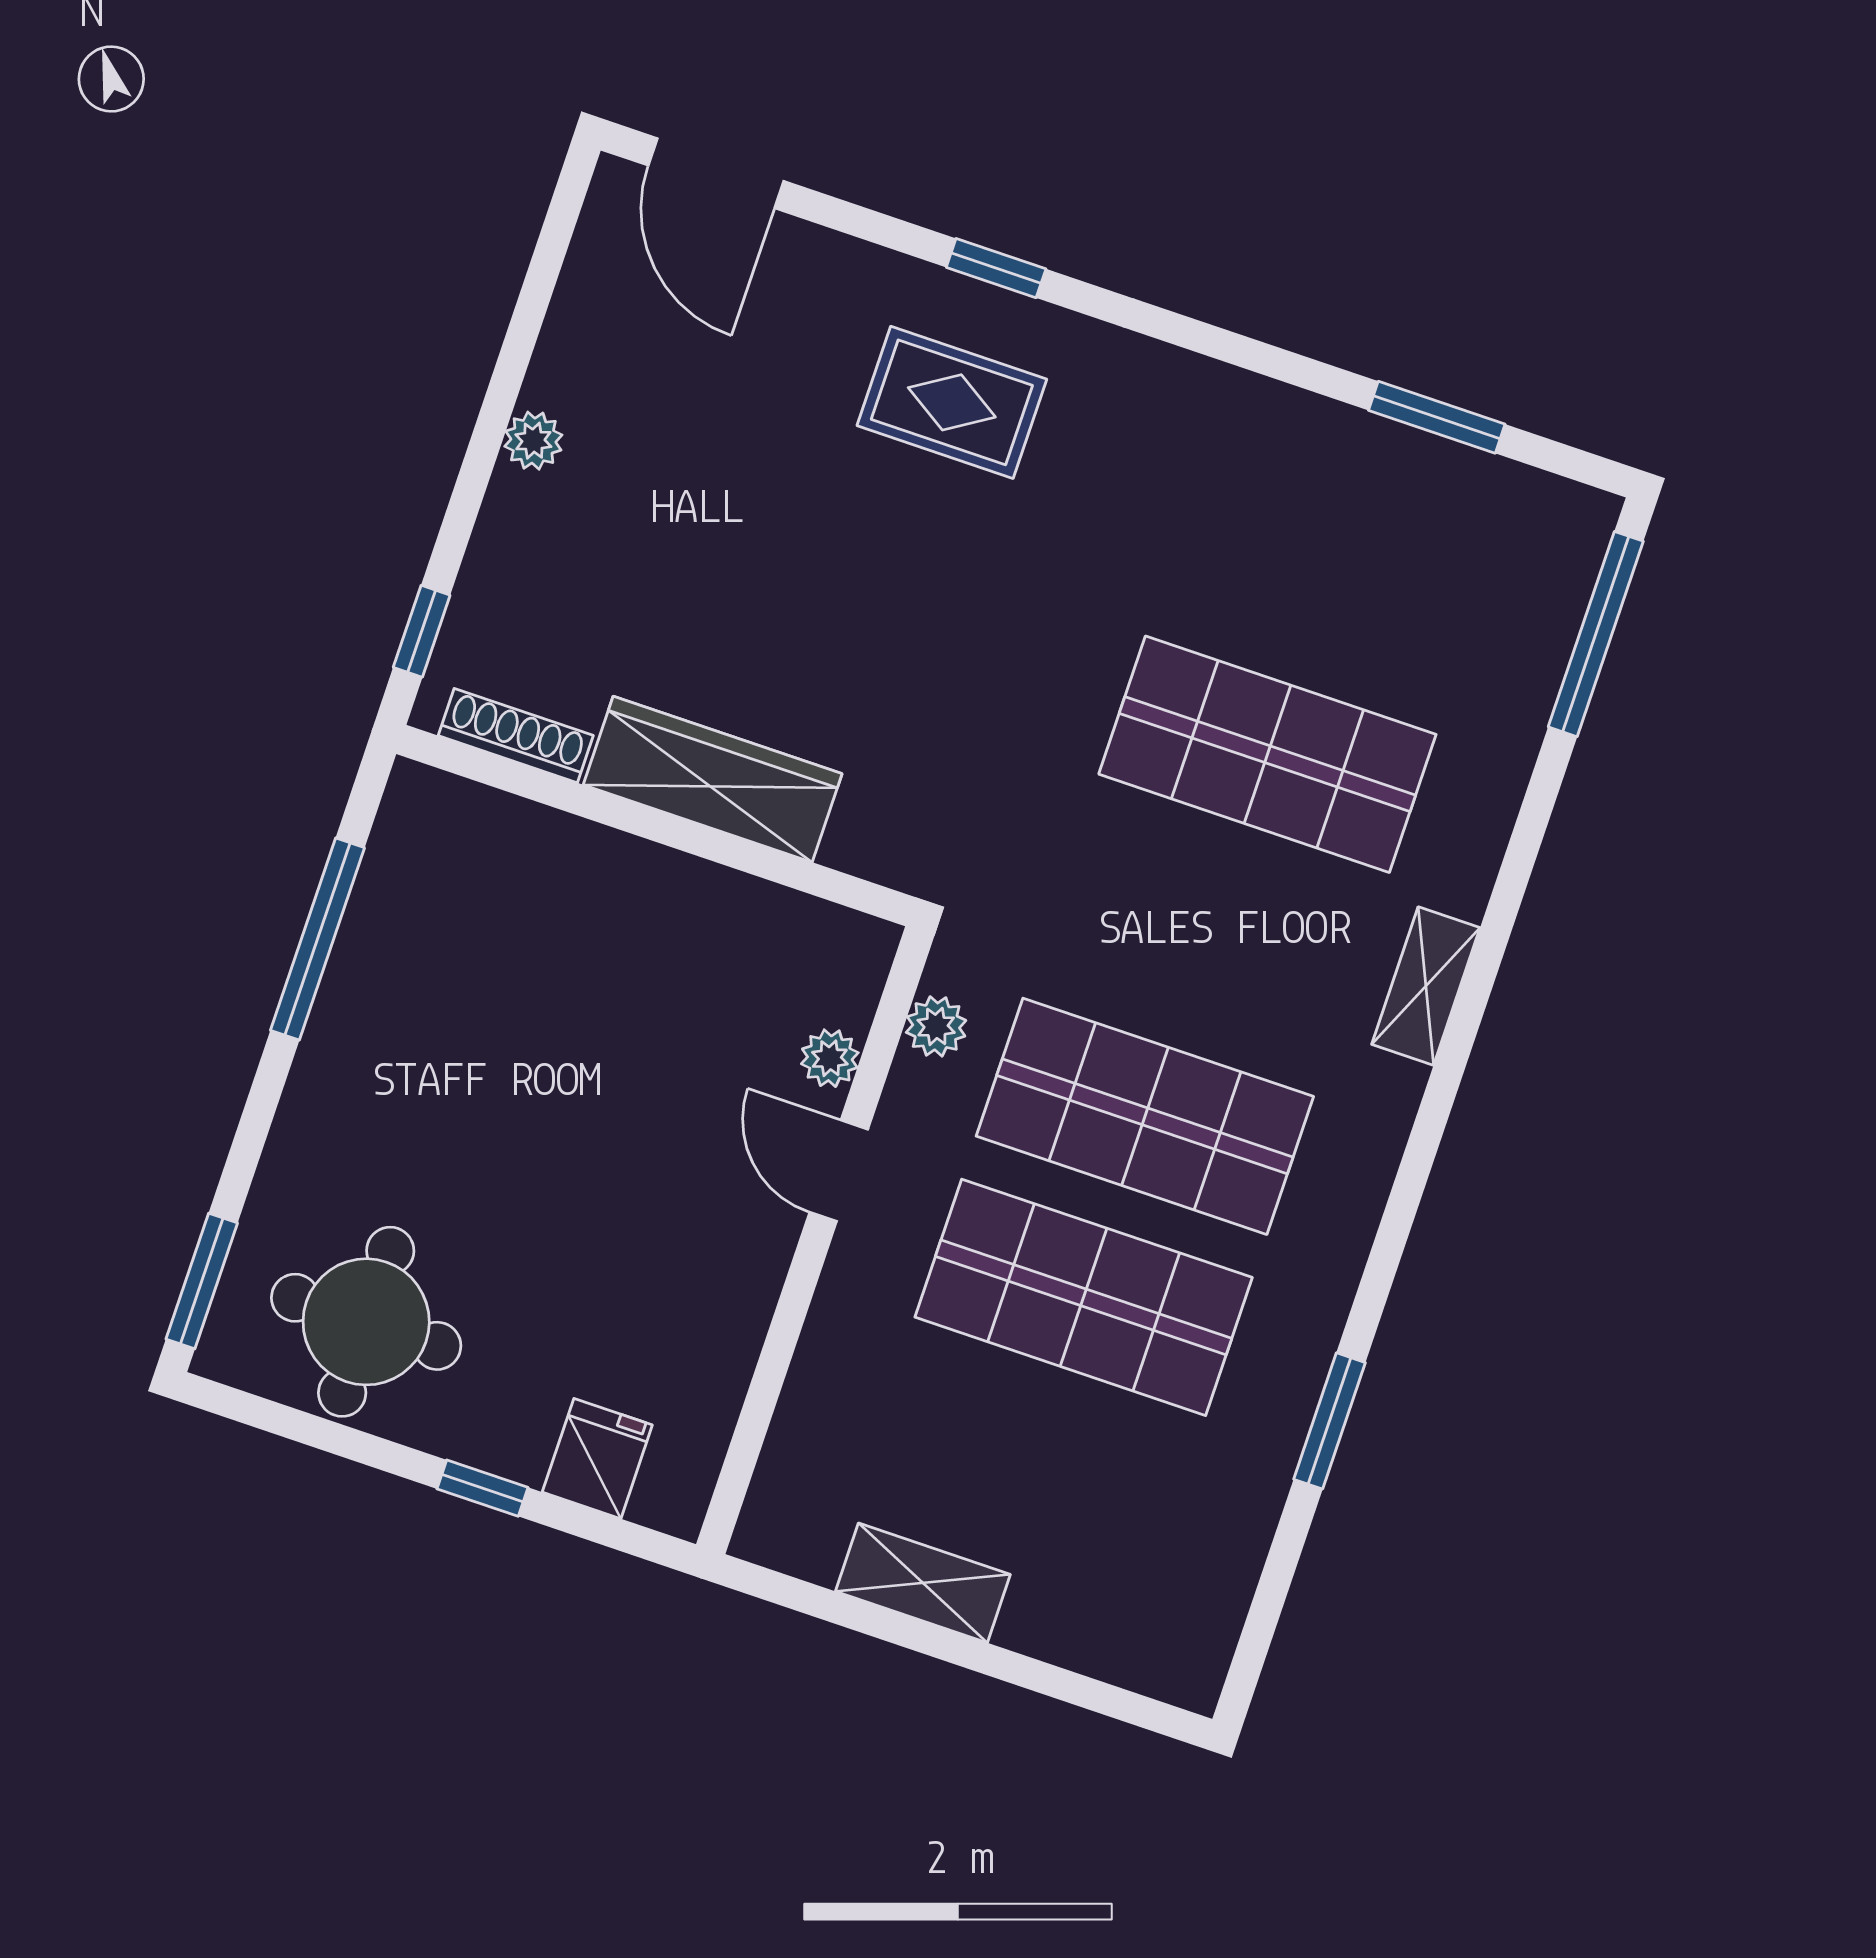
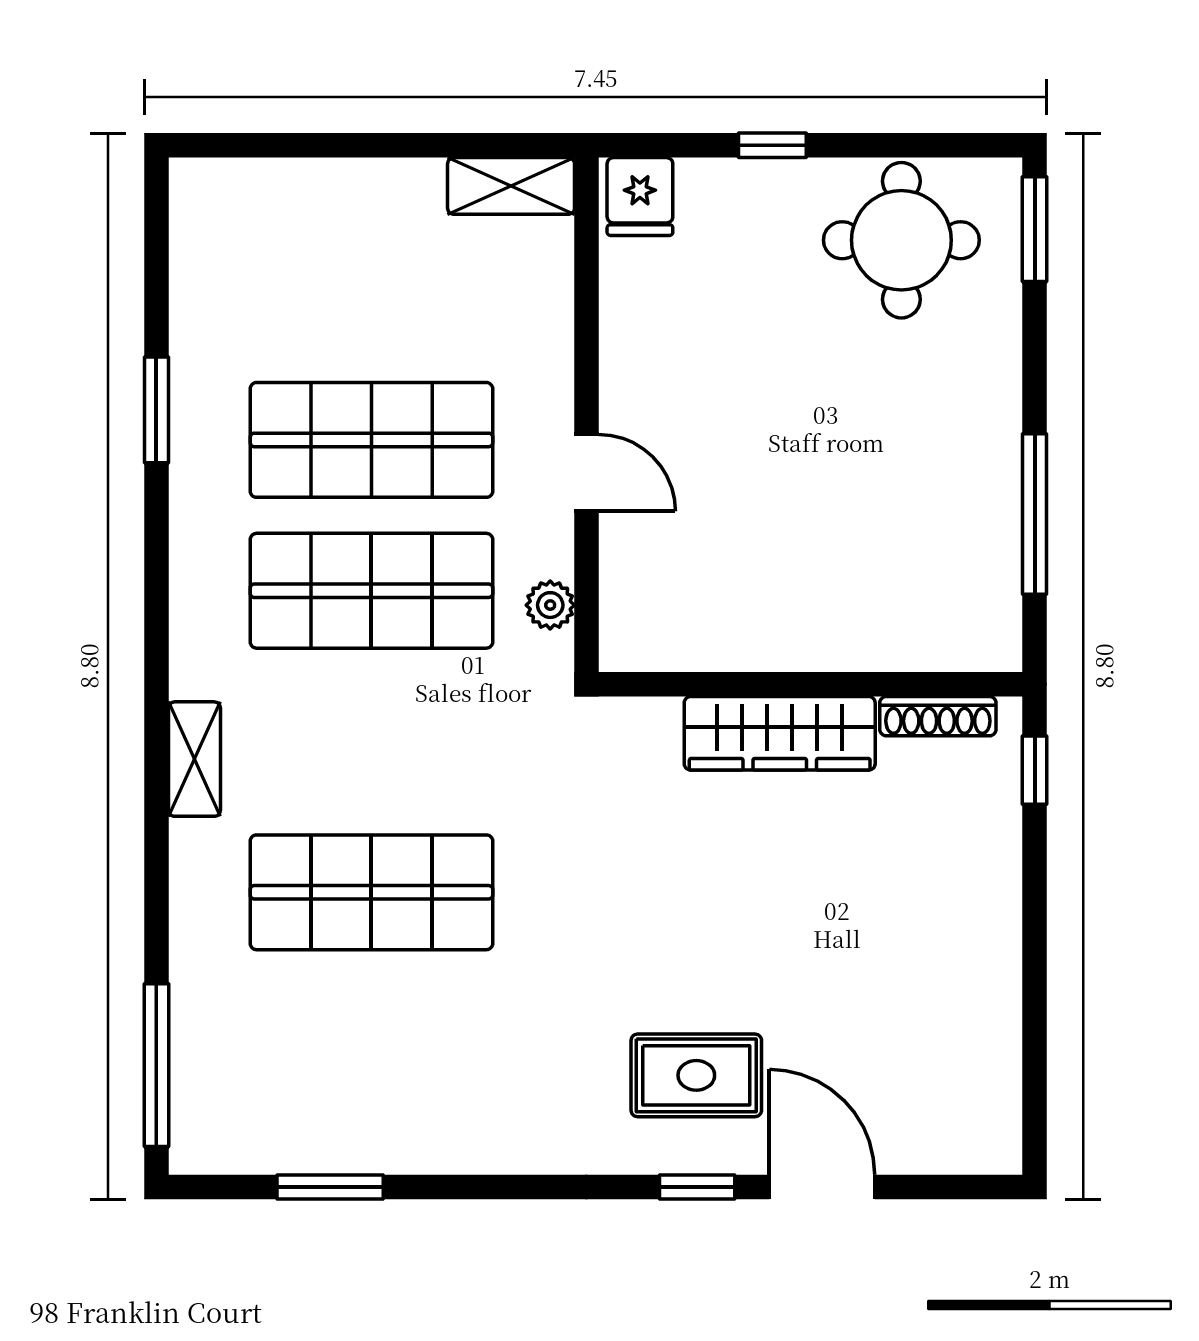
door: (716, 173) -> (822, 1187), moved
plant: (533, 441) -> (999, 941), removed
plant: (830, 1058) -> (622, 554), removed
fridge: (597, 1459) -> (640, 196), moved
shelving: (923, 1583) -> (511, 186), moved

